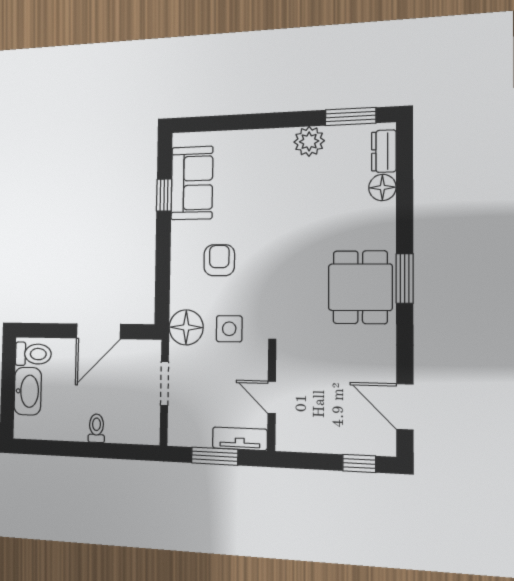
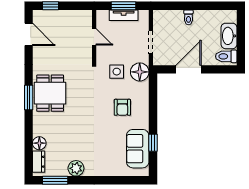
tv unit: (240, 439) -> (124, 15), moved

